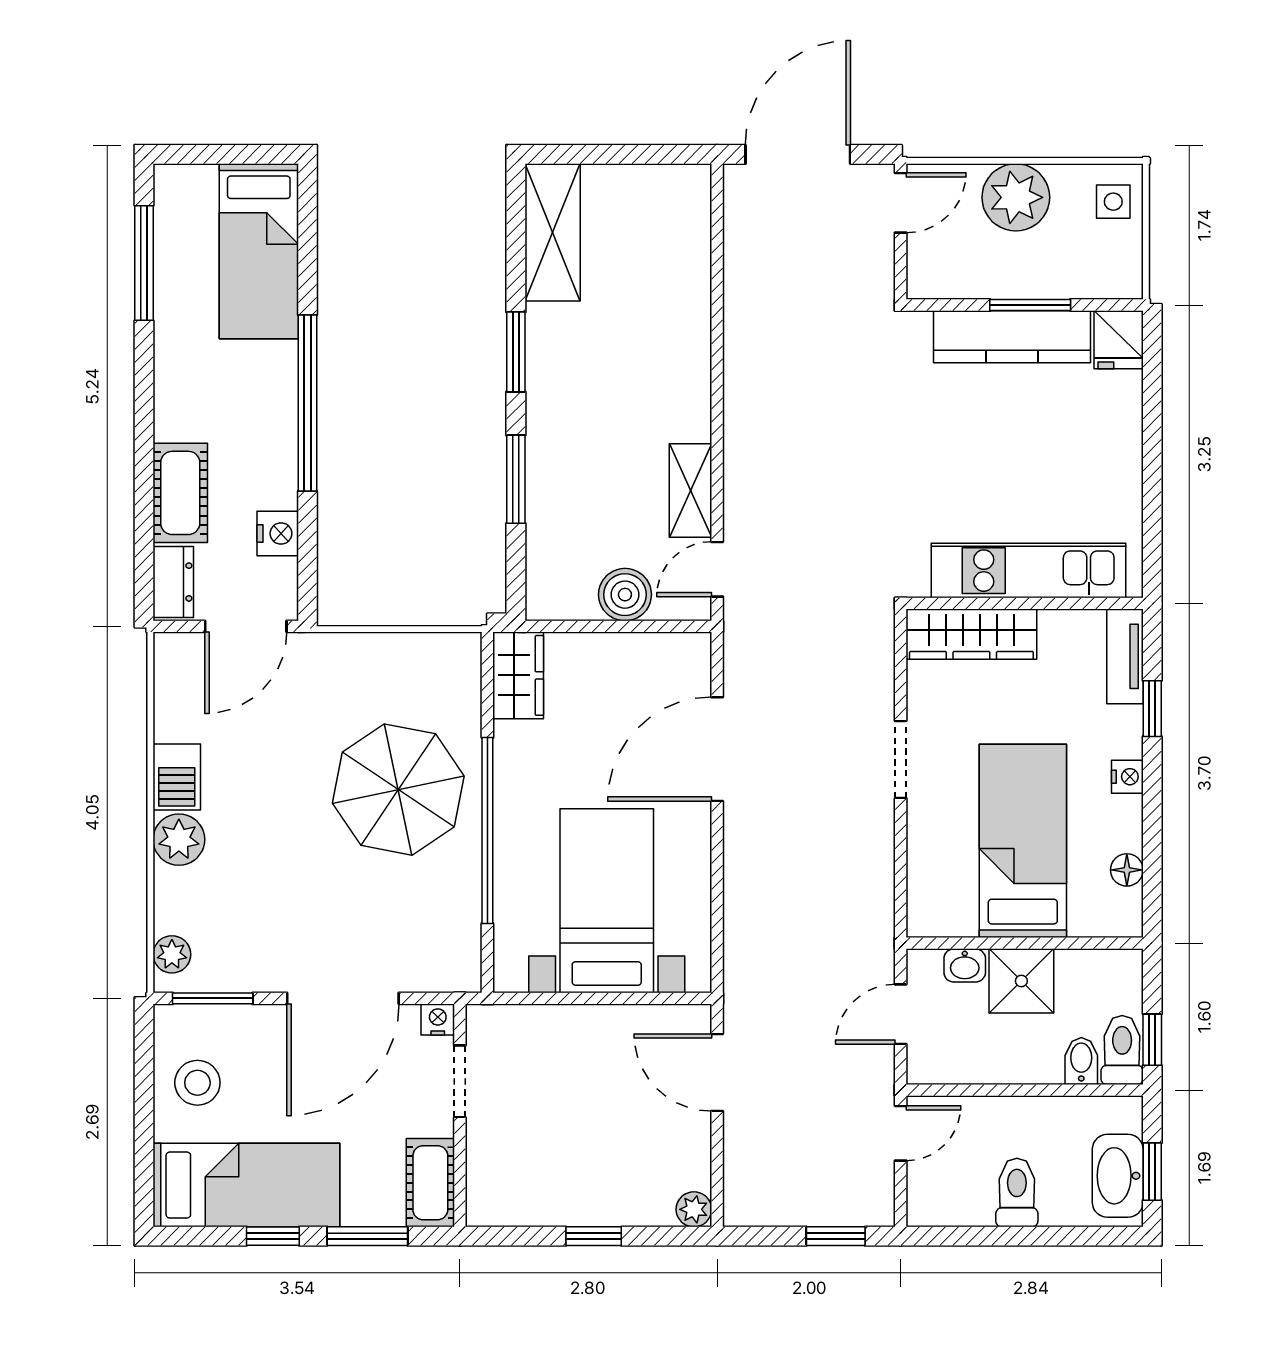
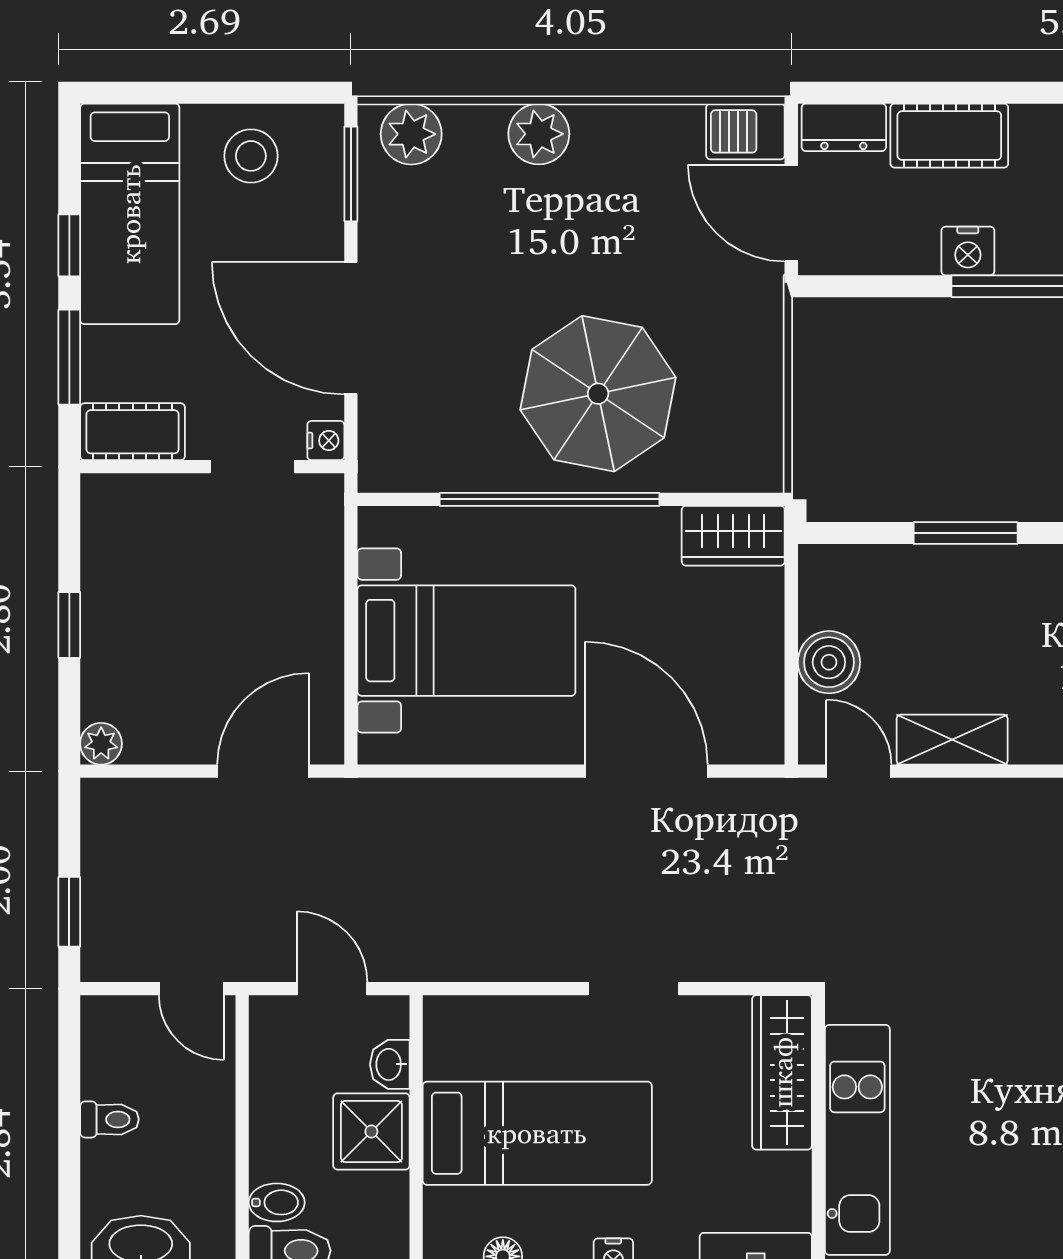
nightstand: (278, 533) -> (968, 251), moved
barbecue: (177, 777) -> (745, 131), moved
plant: (172, 954) -> (411, 134), width x1.38, depth x1.38
toilet: (1017, 1193) -> (110, 1119), width x0.73, depth x0.72

